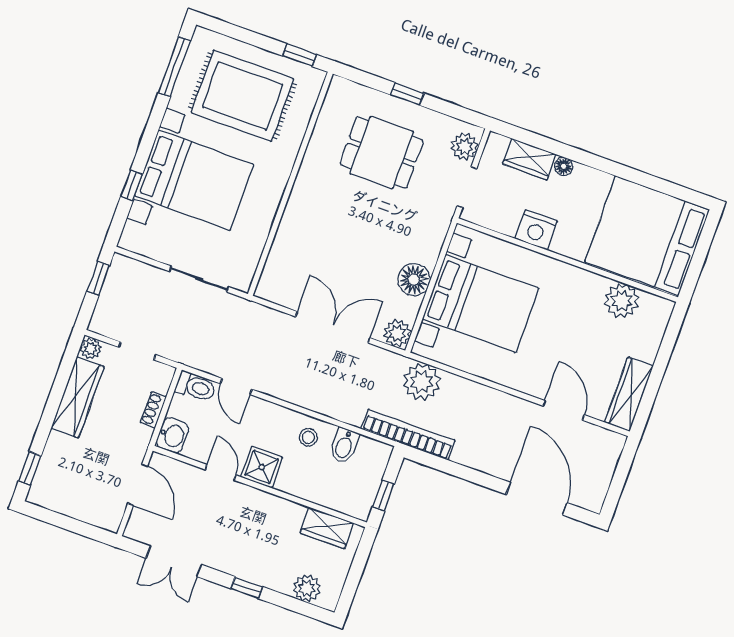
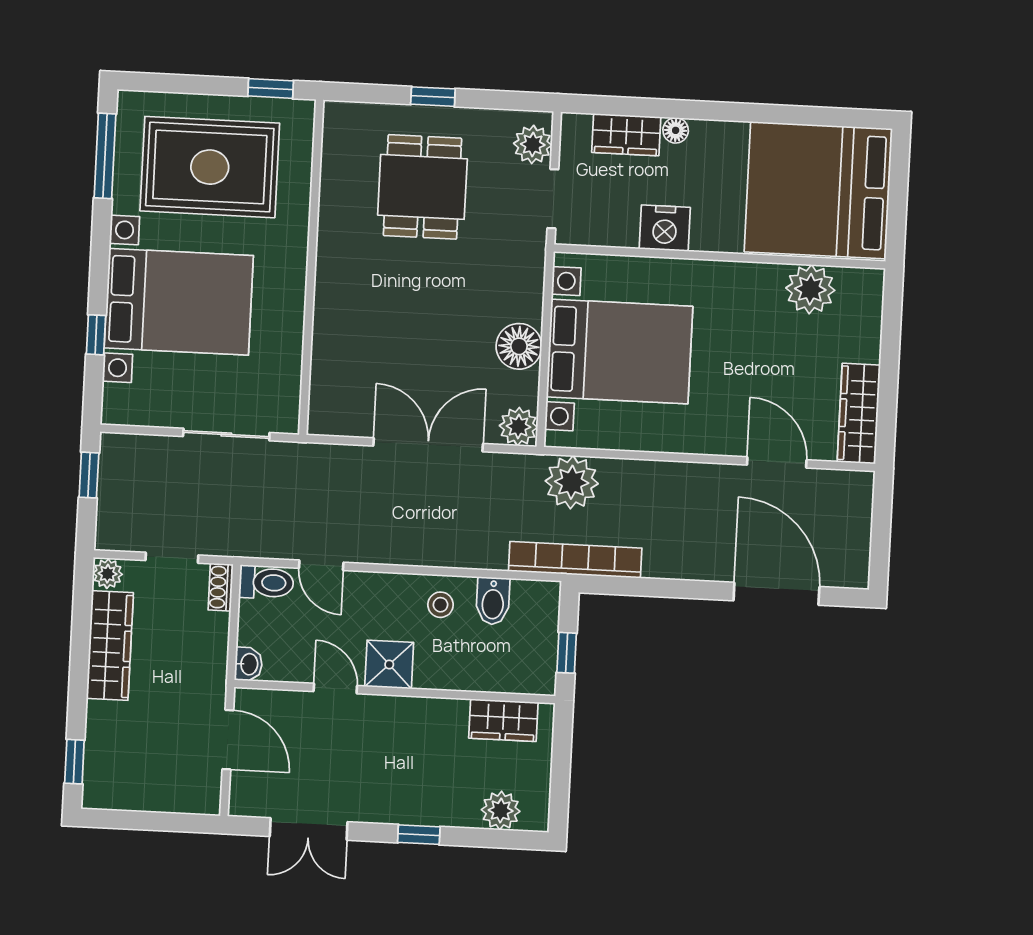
dining table: (382, 153) -> (422, 187), turned 90
shoe rack: (153, 410) -> (221, 587), moved
washbasin: (172, 435) -> (248, 664), width x0.72, depth x0.69

